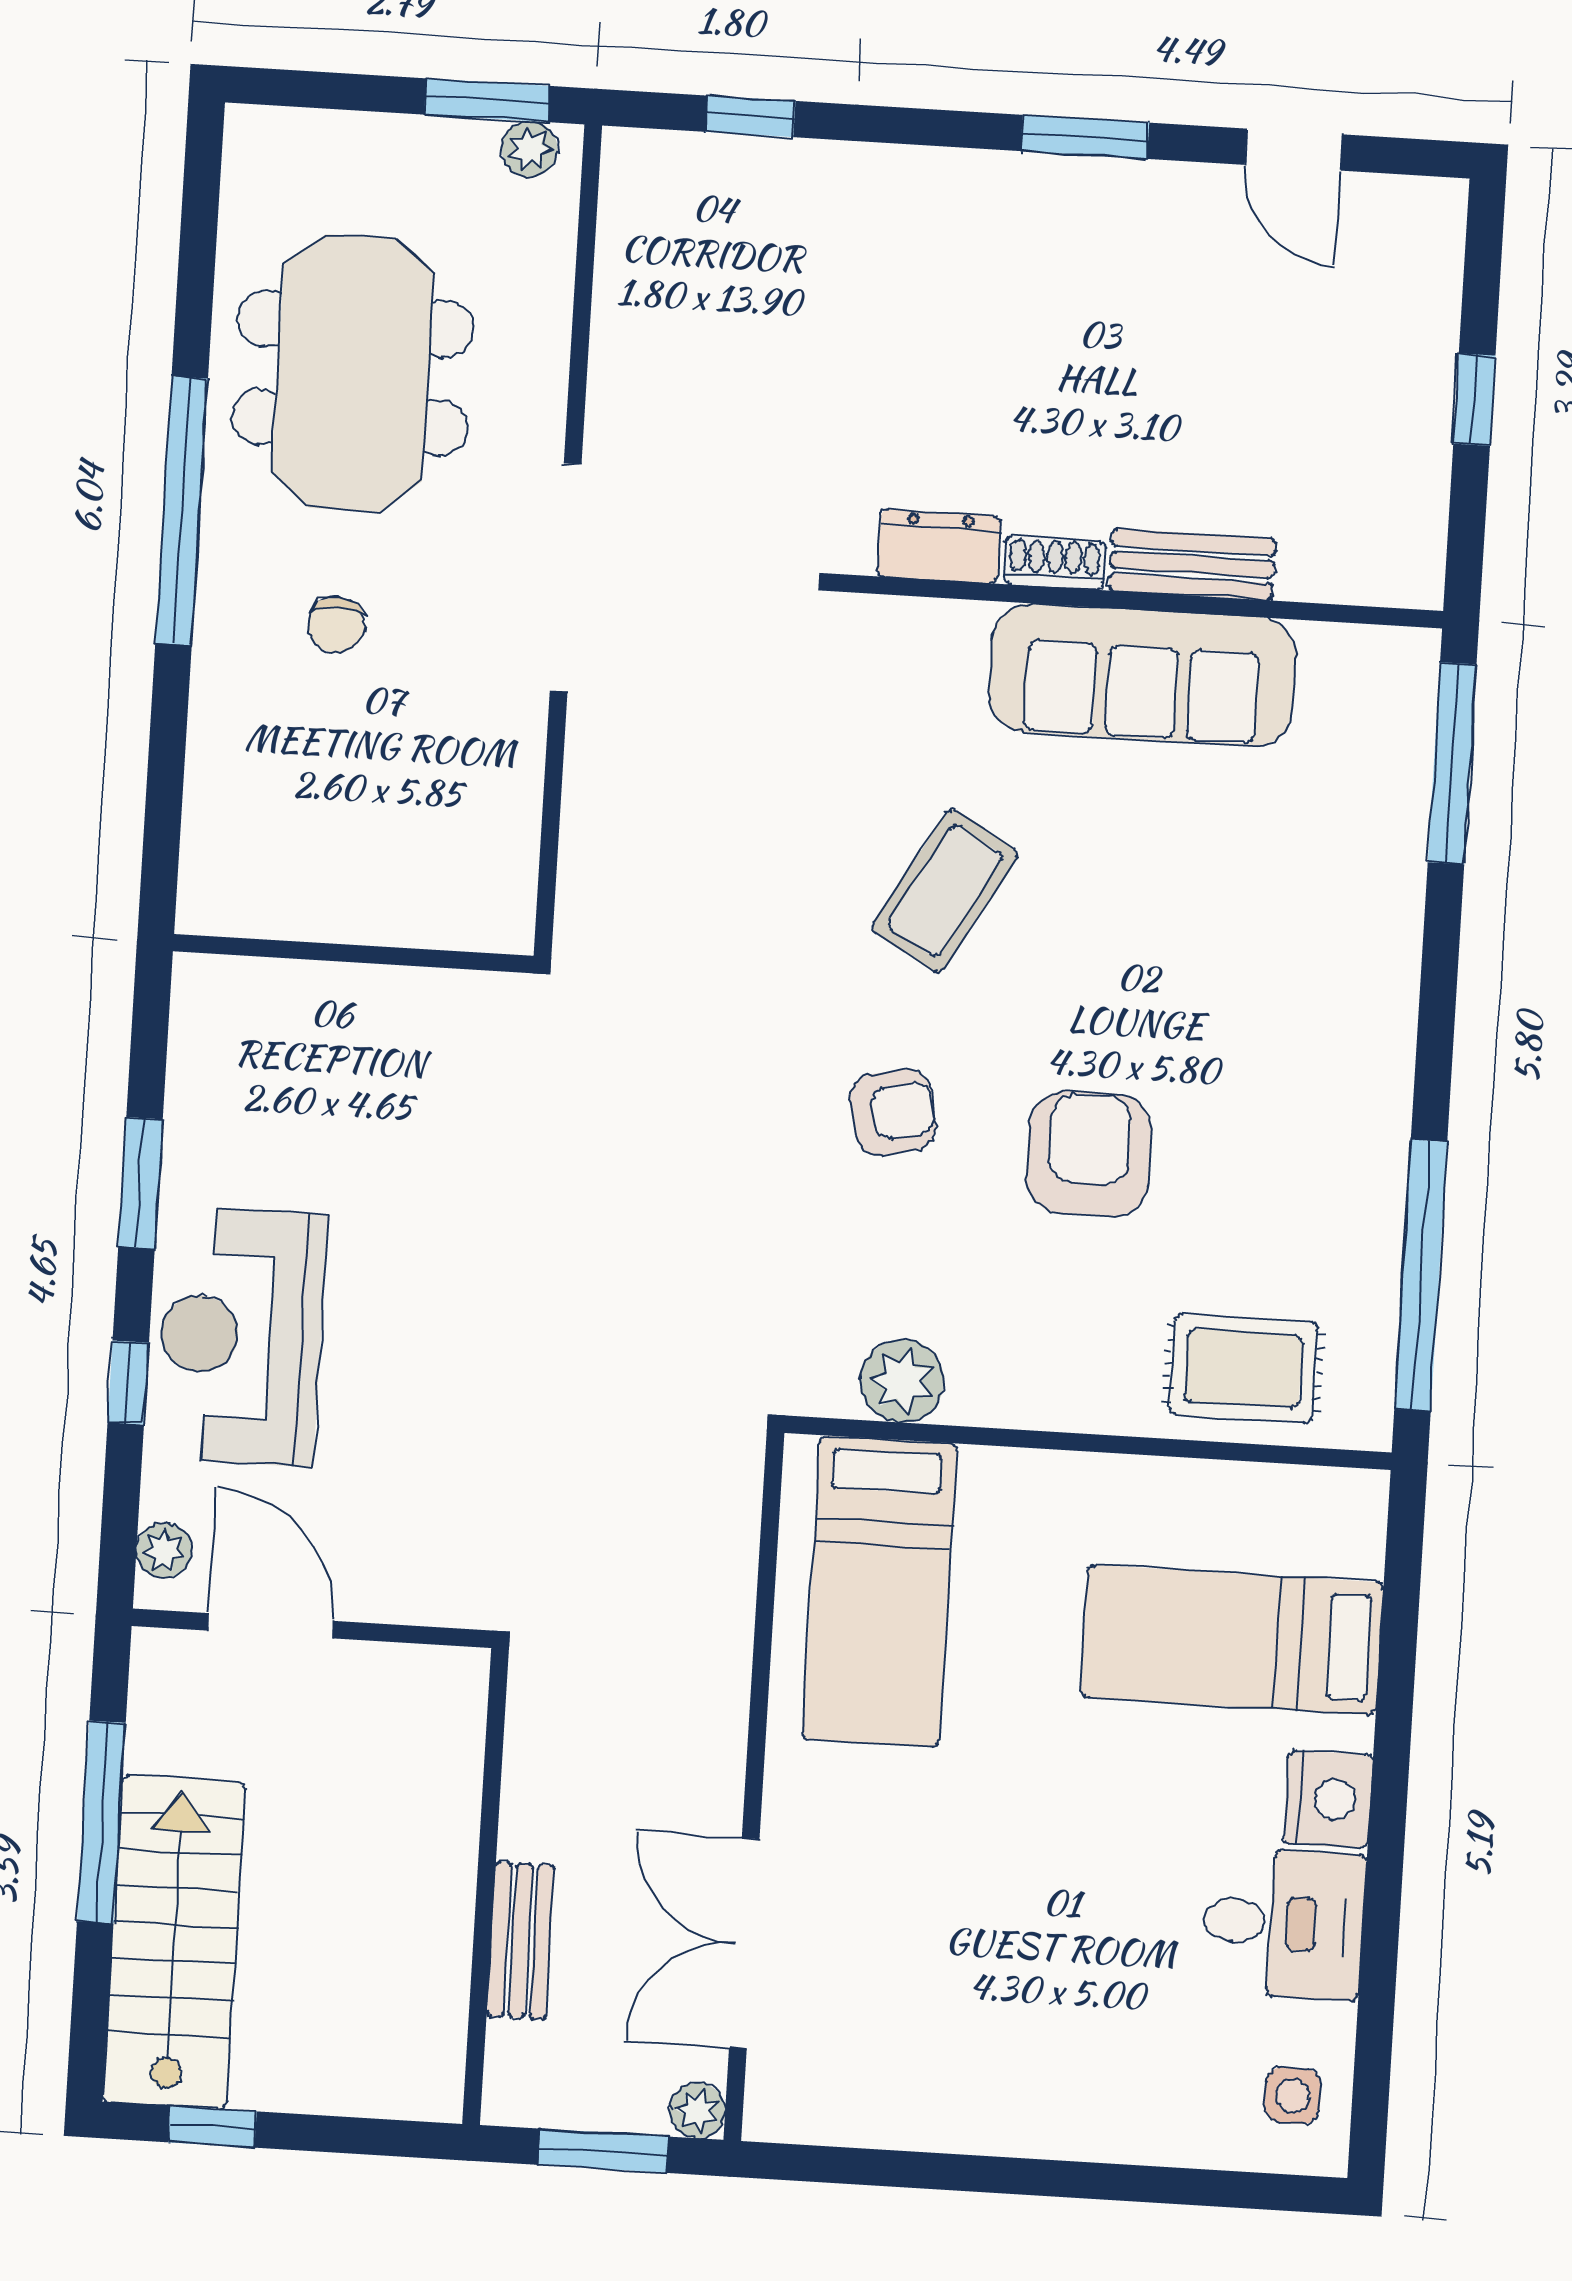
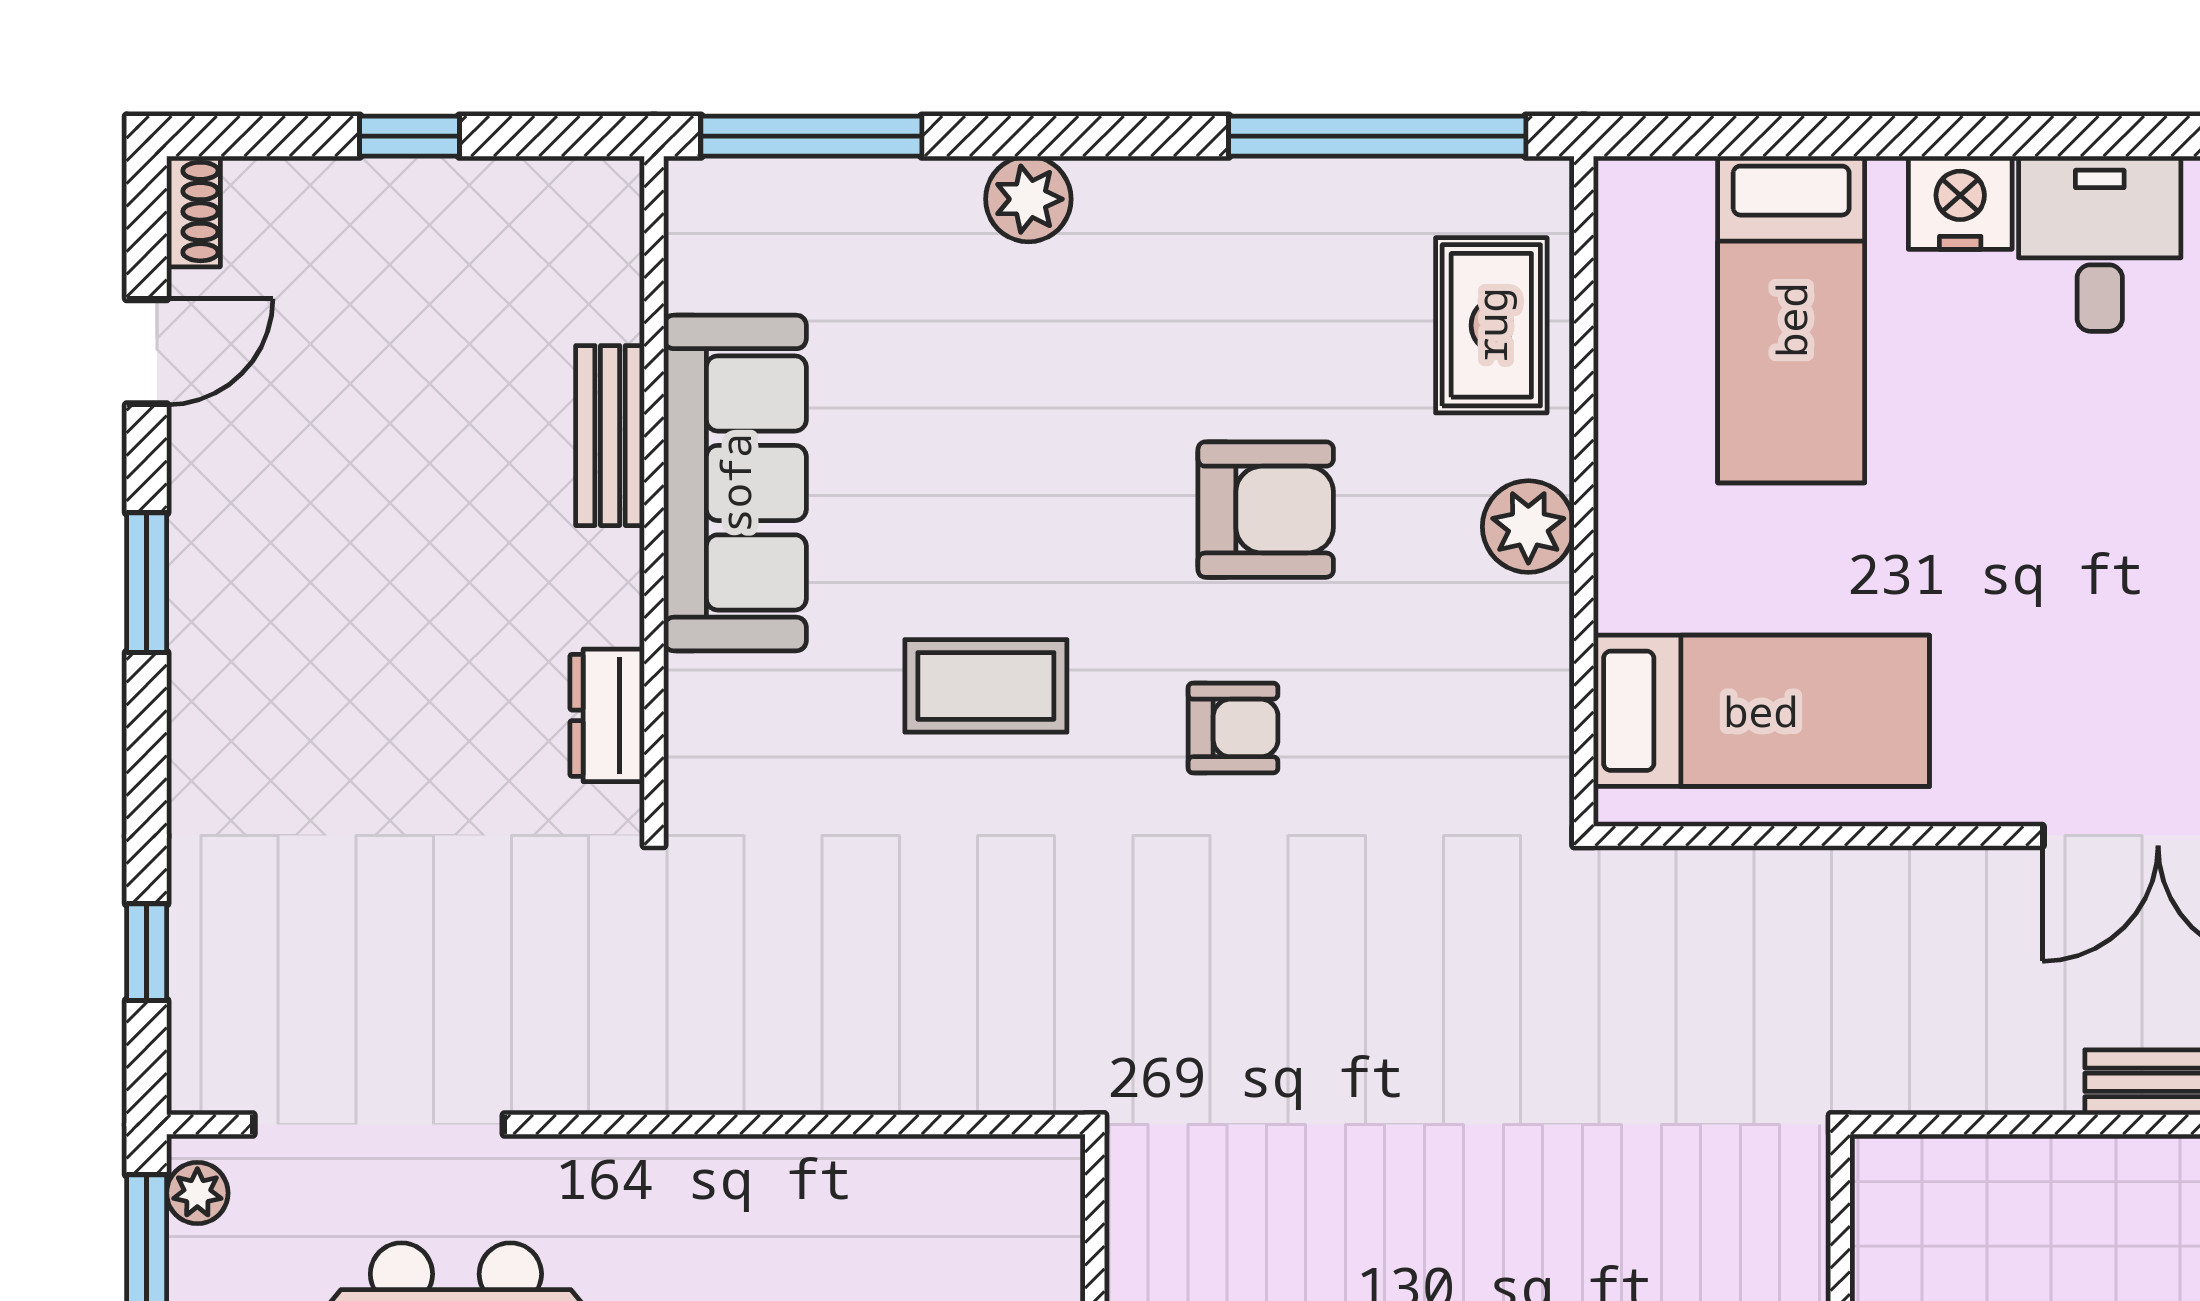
shoe rack: (1055, 563) -> (194, 212), moved, turned 180
doorway: (566, 578) -> (379, 1125), moved
coffee table: (945, 891) -> (986, 686), turned -30
plant: (1383, 956) -> (1028, 199), added
armchair: (893, 1112) -> (1233, 728), turned 102
armchair: (1089, 1154) -> (1266, 510), turned 180
plant: (902, 1381) -> (1528, 527), moved

